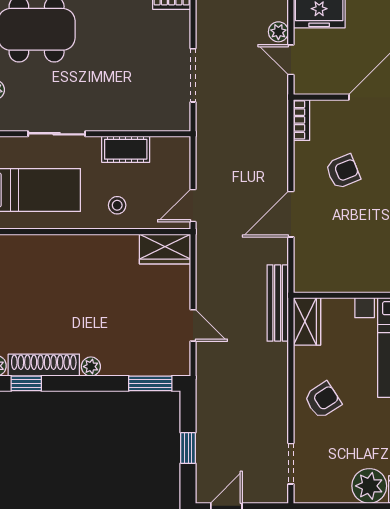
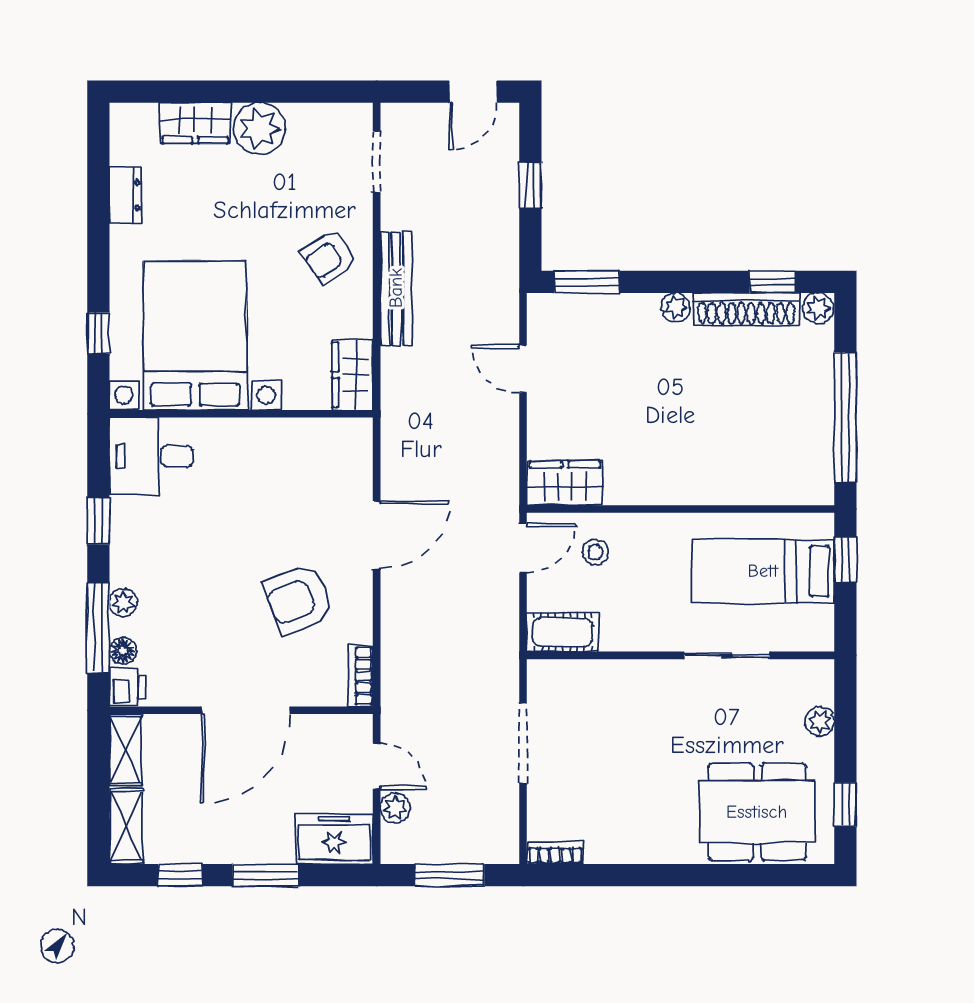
cot: (126, 149) -> (563, 632), moved
armchair: (343, 171) -> (299, 599), width x1.38, depth x1.38
stool: (117, 205) -> (595, 552), moved
bench: (278, 303) -> (396, 288), moved

